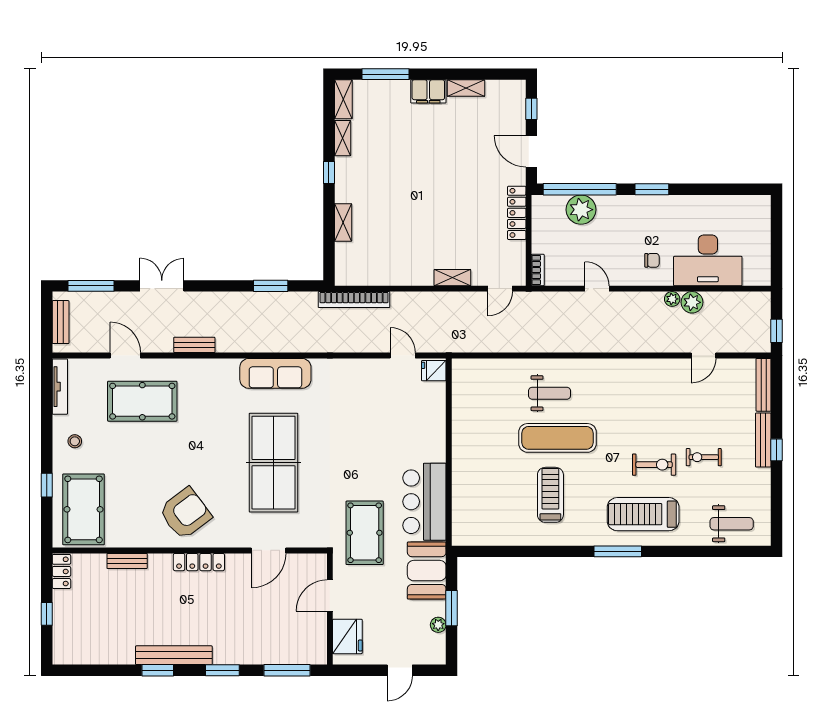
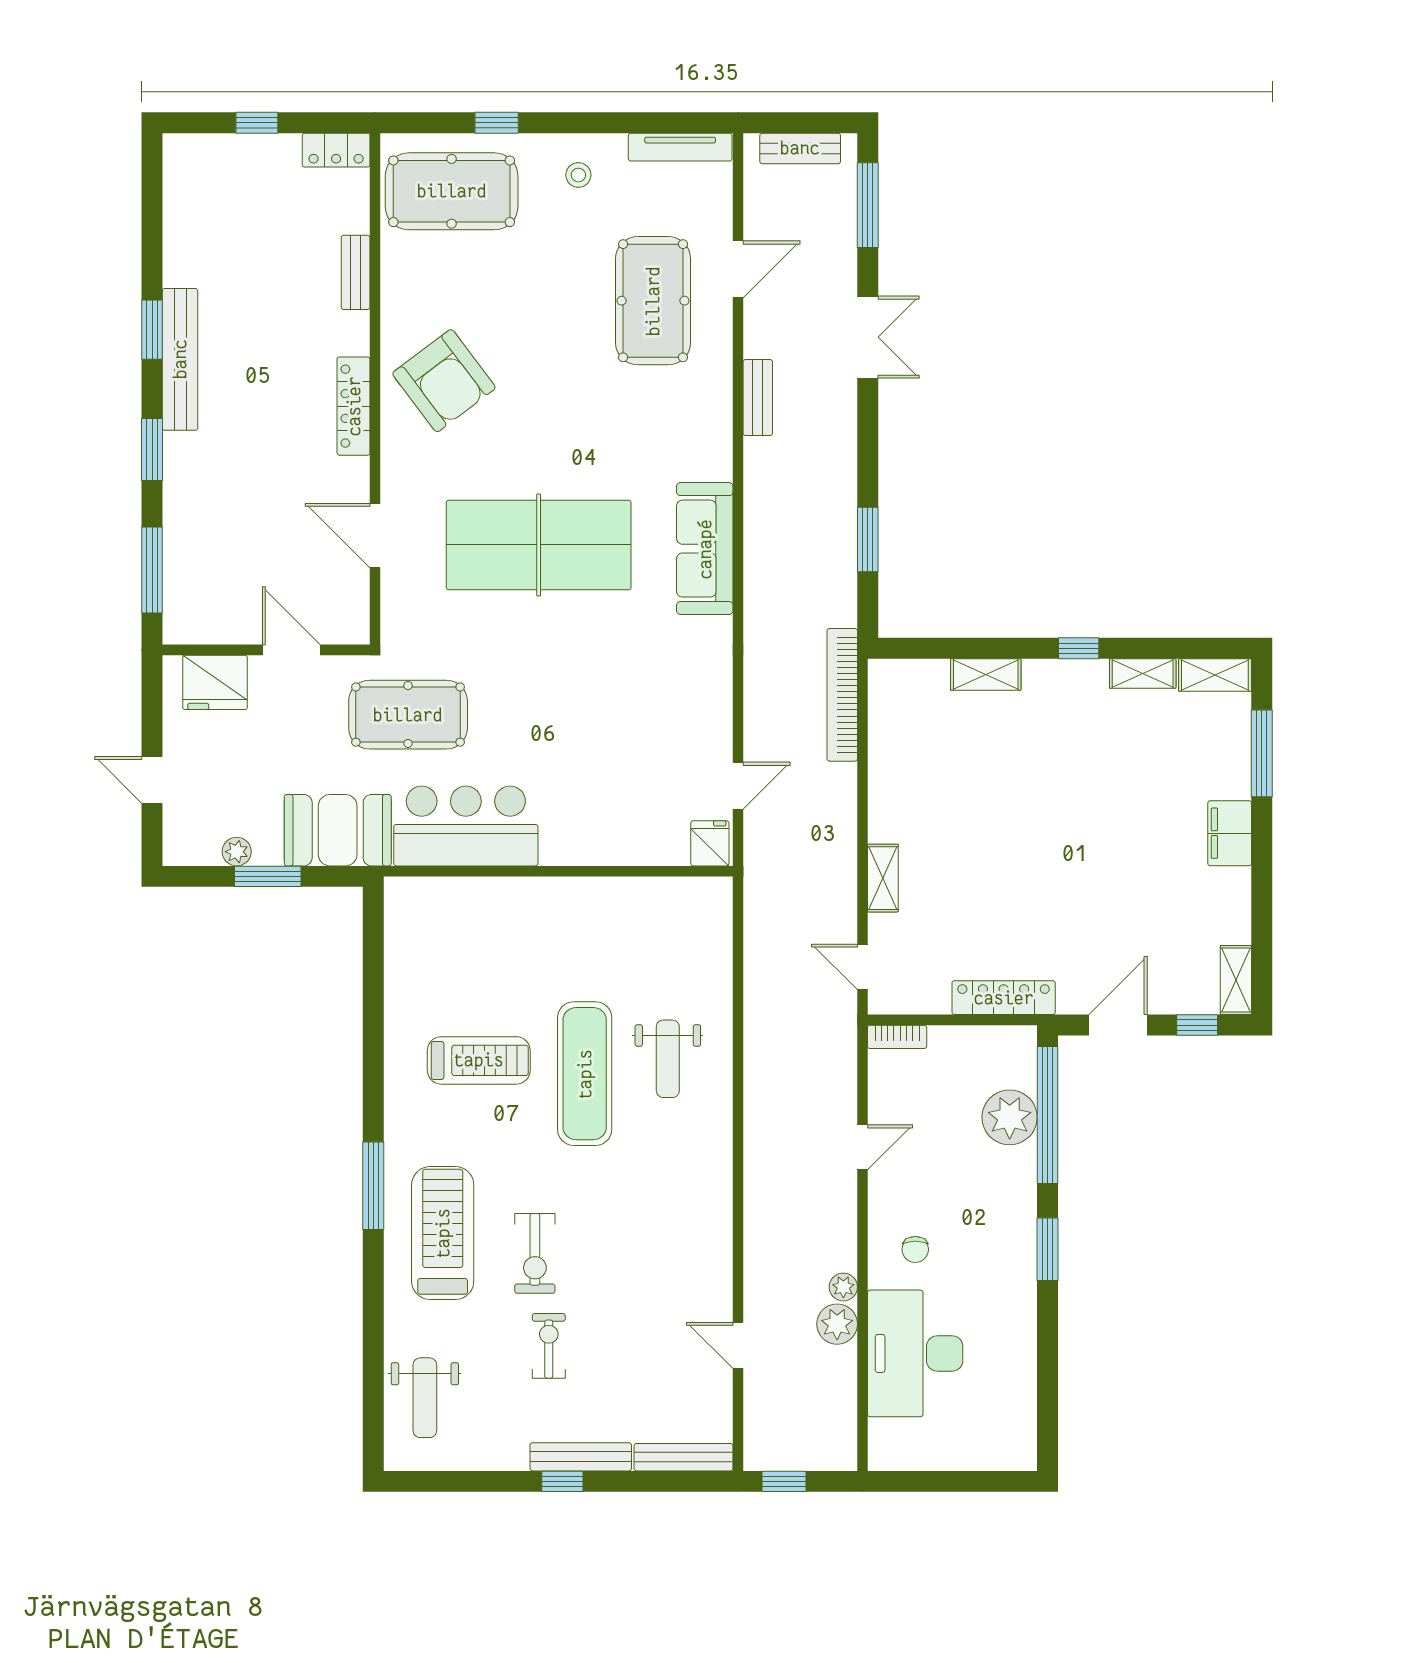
shelving: (466, 88) -> (1236, 980), moved

